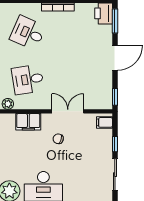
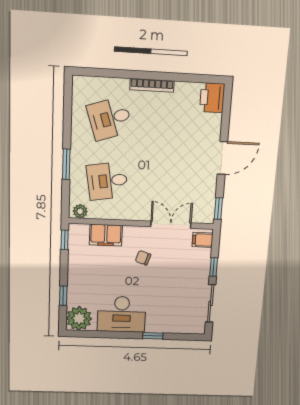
window: (115, 21) -> (226, 109), removed
desk: (28, 33) -> (110, 119), turned -42
double door: (68, 111) -> (171, 225), moved

